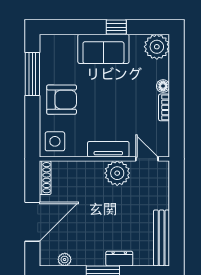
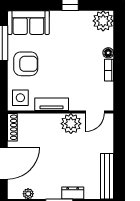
sofa: (103, 49) -> (28, 23), moved
tv unit: (108, 149) -> (52, 104), moved
door: (147, 159) -> (95, 112), swing flipped

